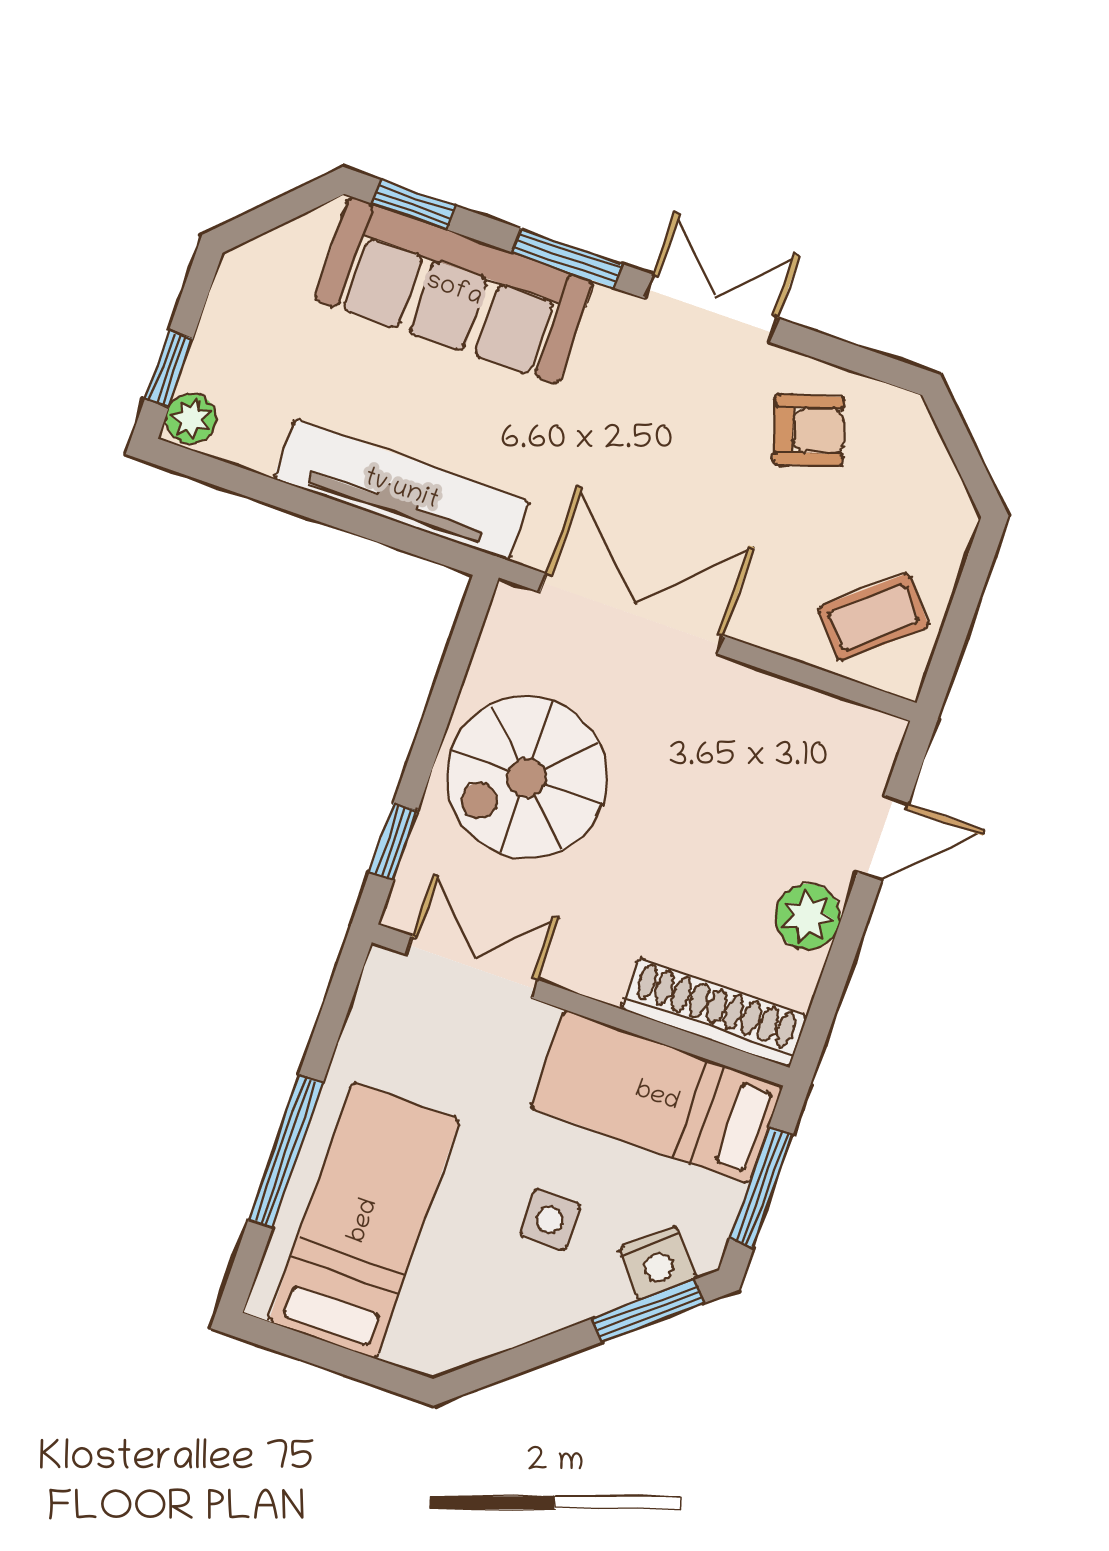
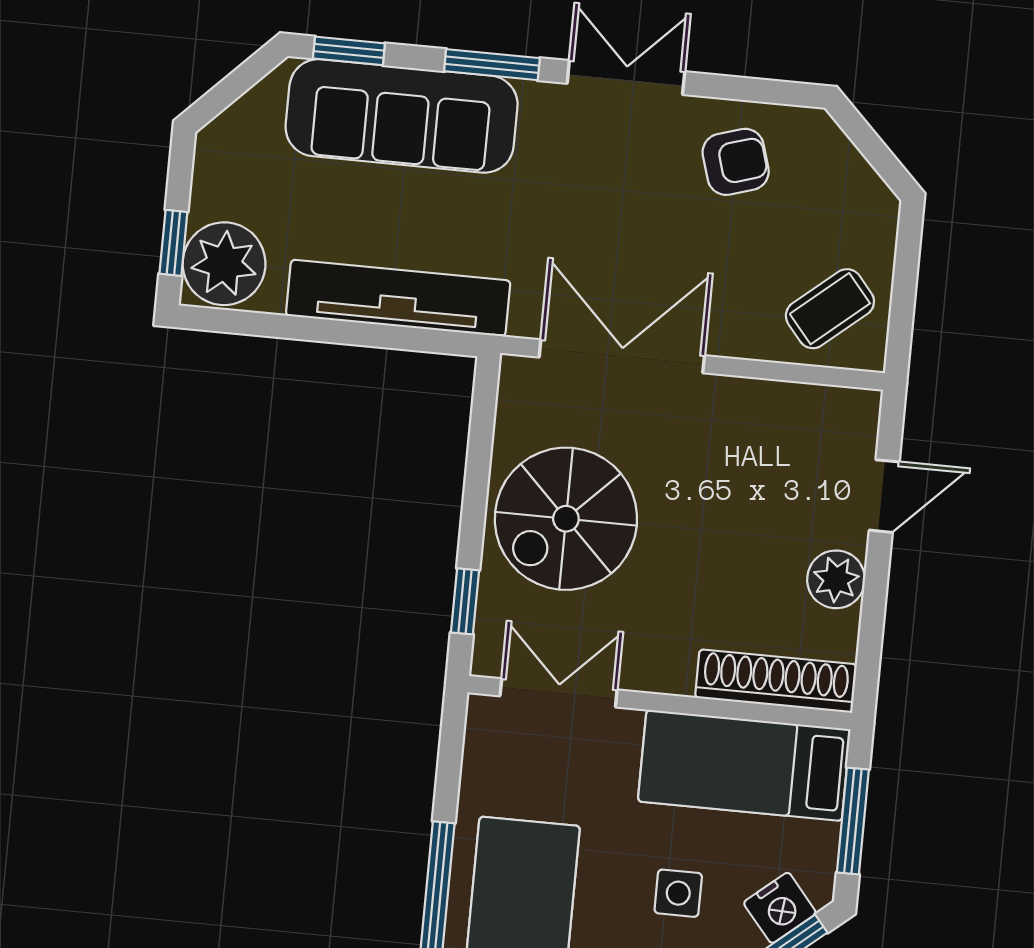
plant: (191, 419) -> (224, 264), width x1.87, depth x1.87

